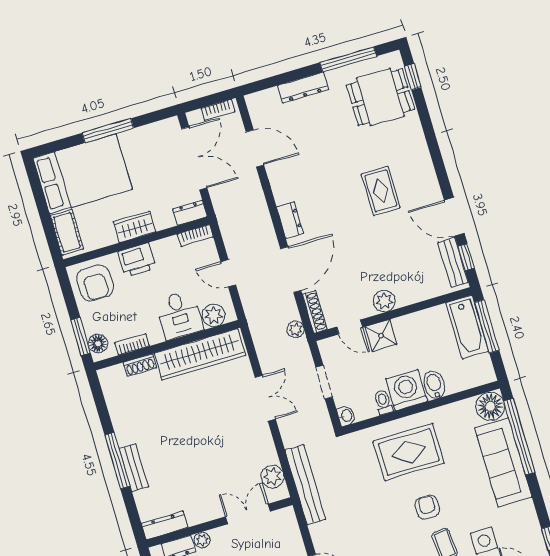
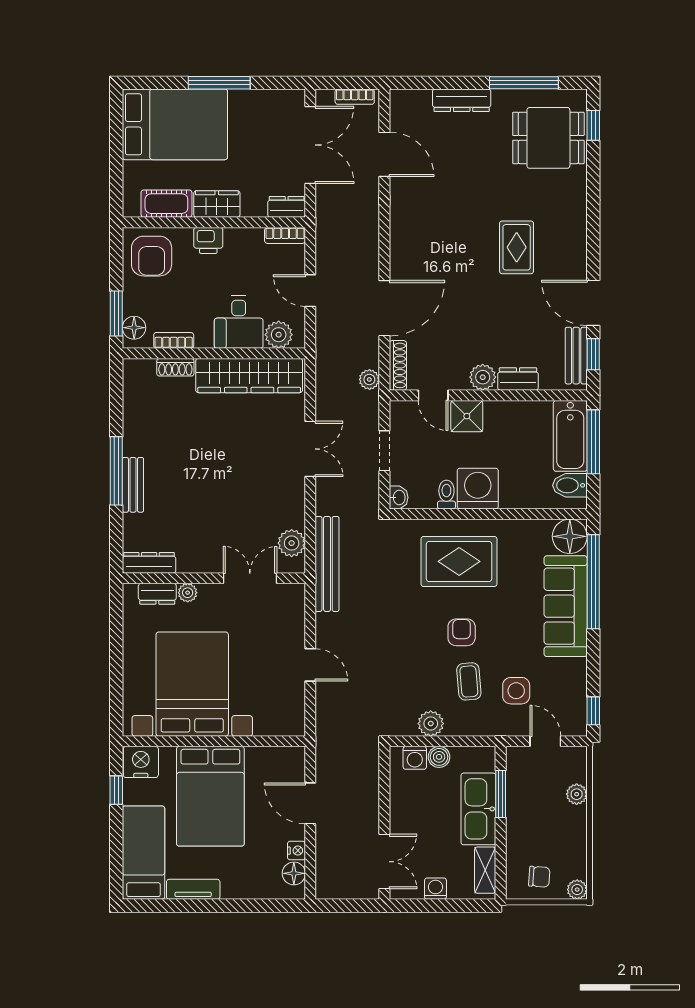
dresser: (290, 220) -> (518, 379), moved, turned -90
cot: (67, 232) -> (166, 204), moved, turned 90
printer: (137, 260) -> (208, 240), width x0.73, depth x0.81
bidet: (434, 385) -> (570, 485), moved, turned -90

